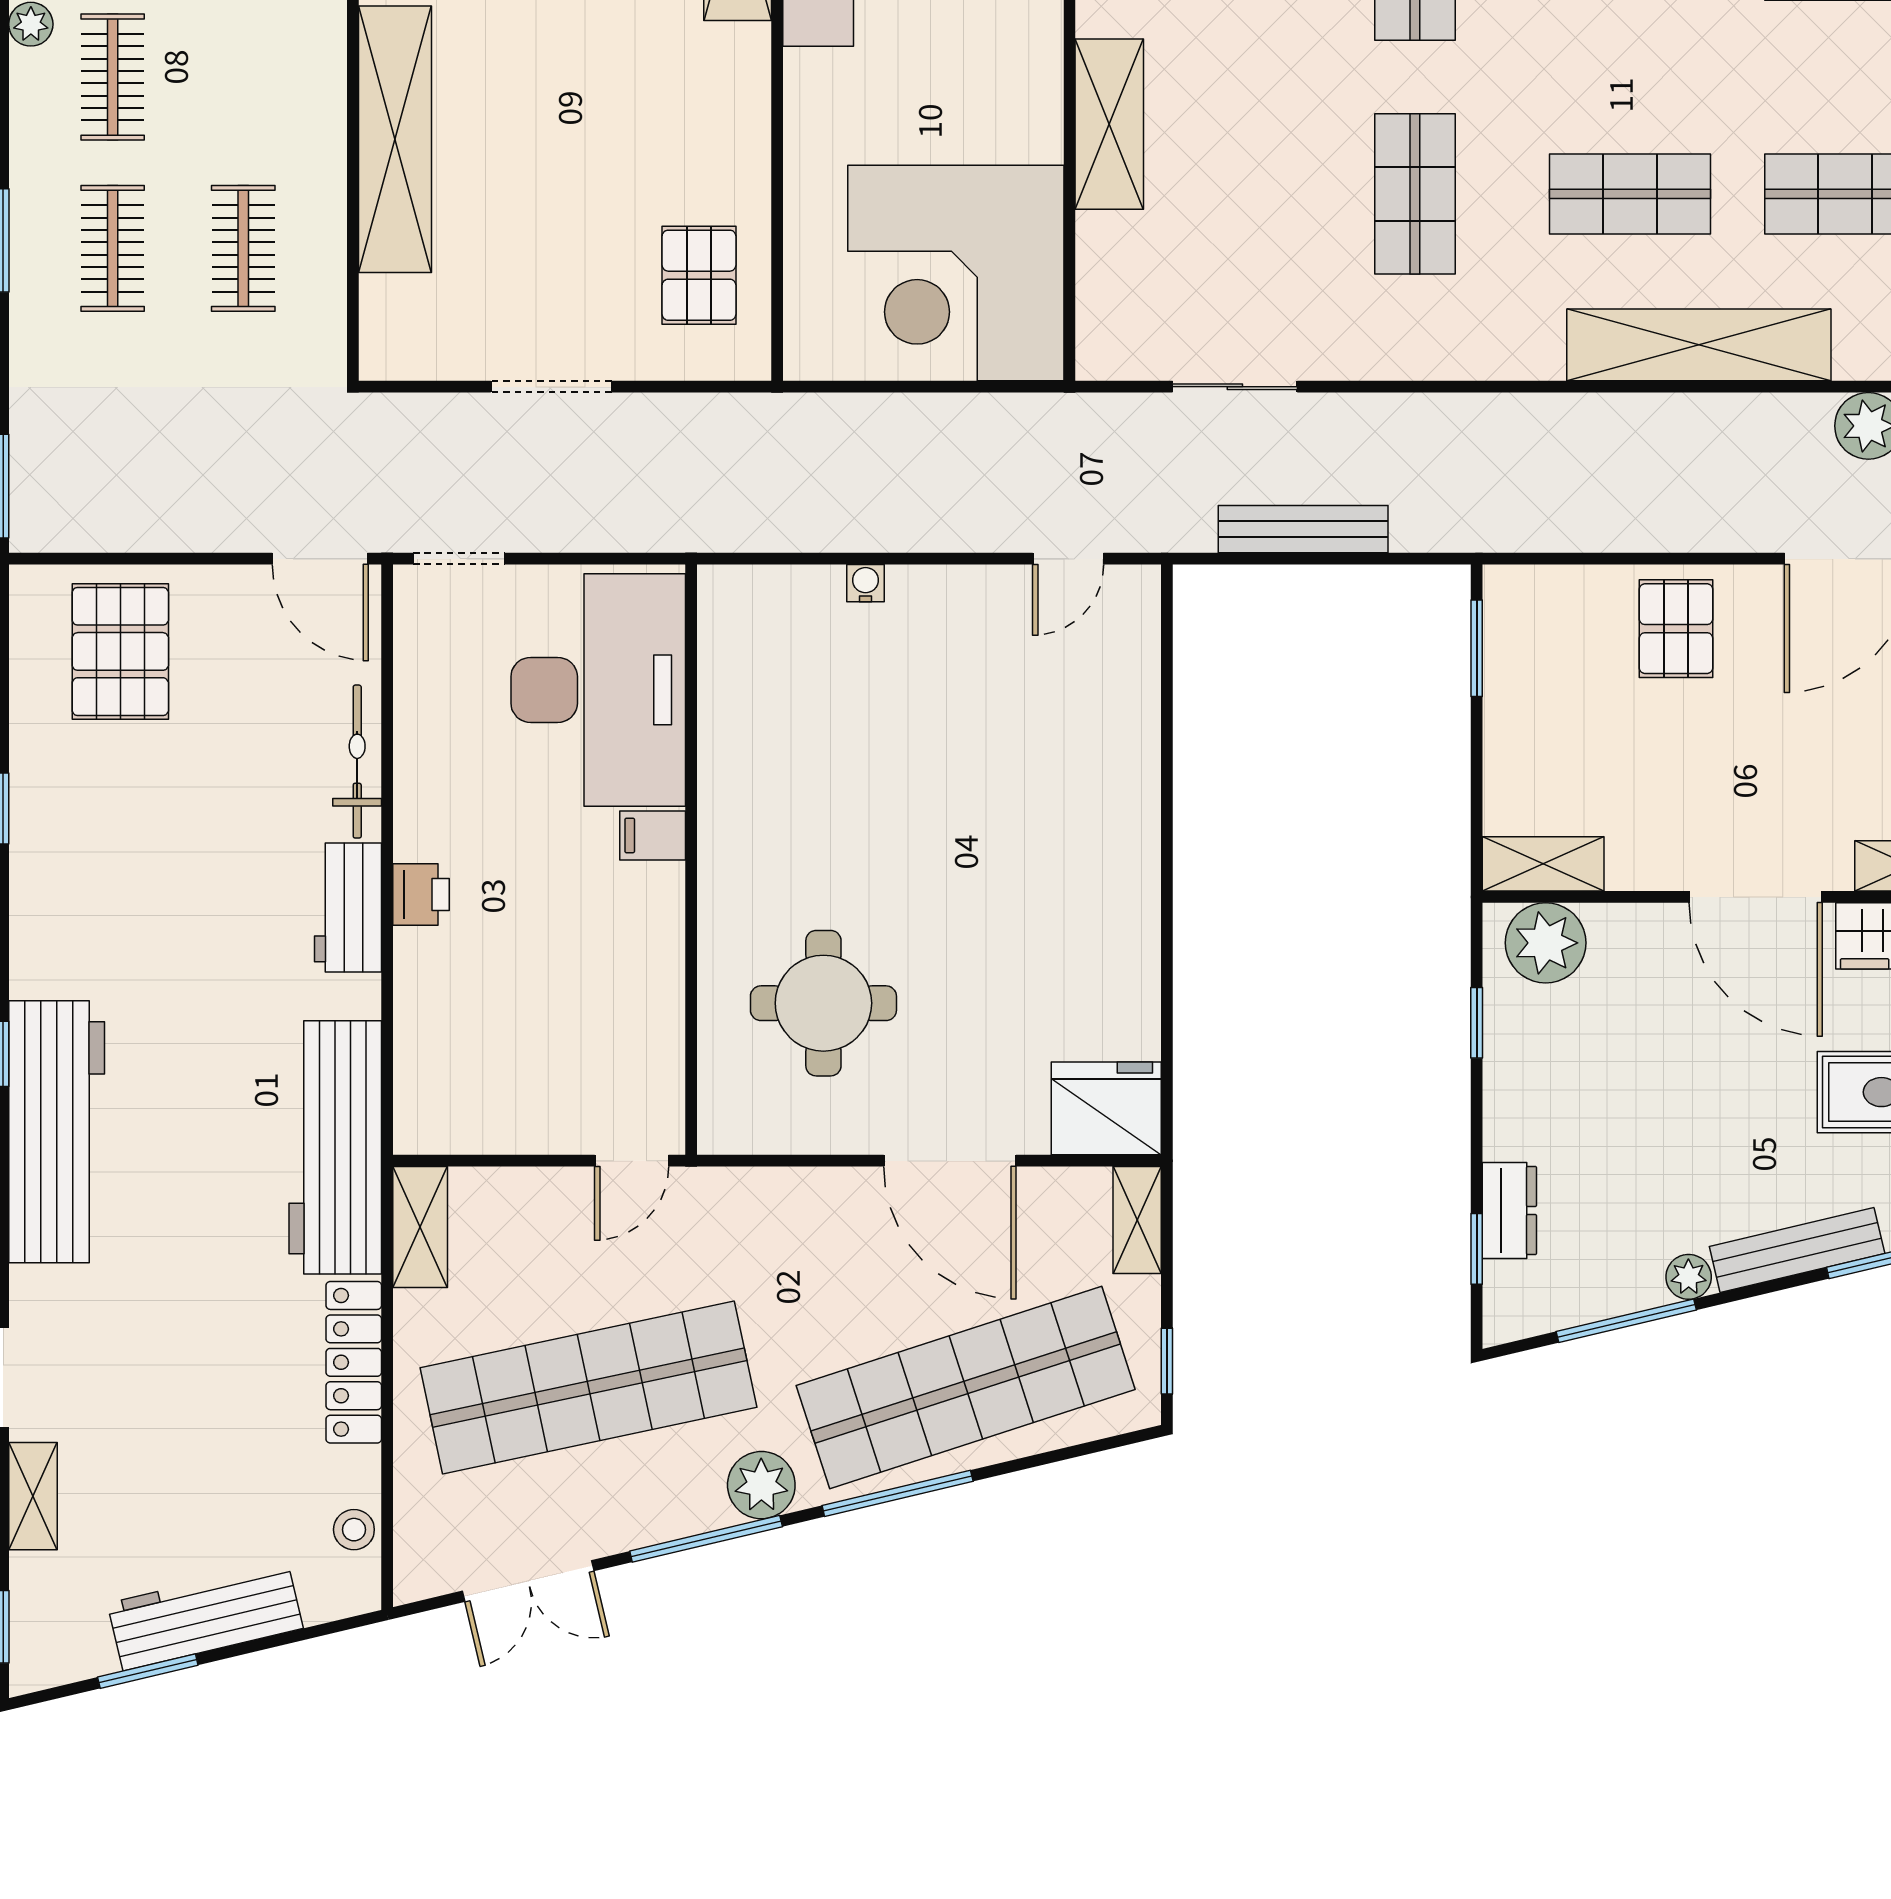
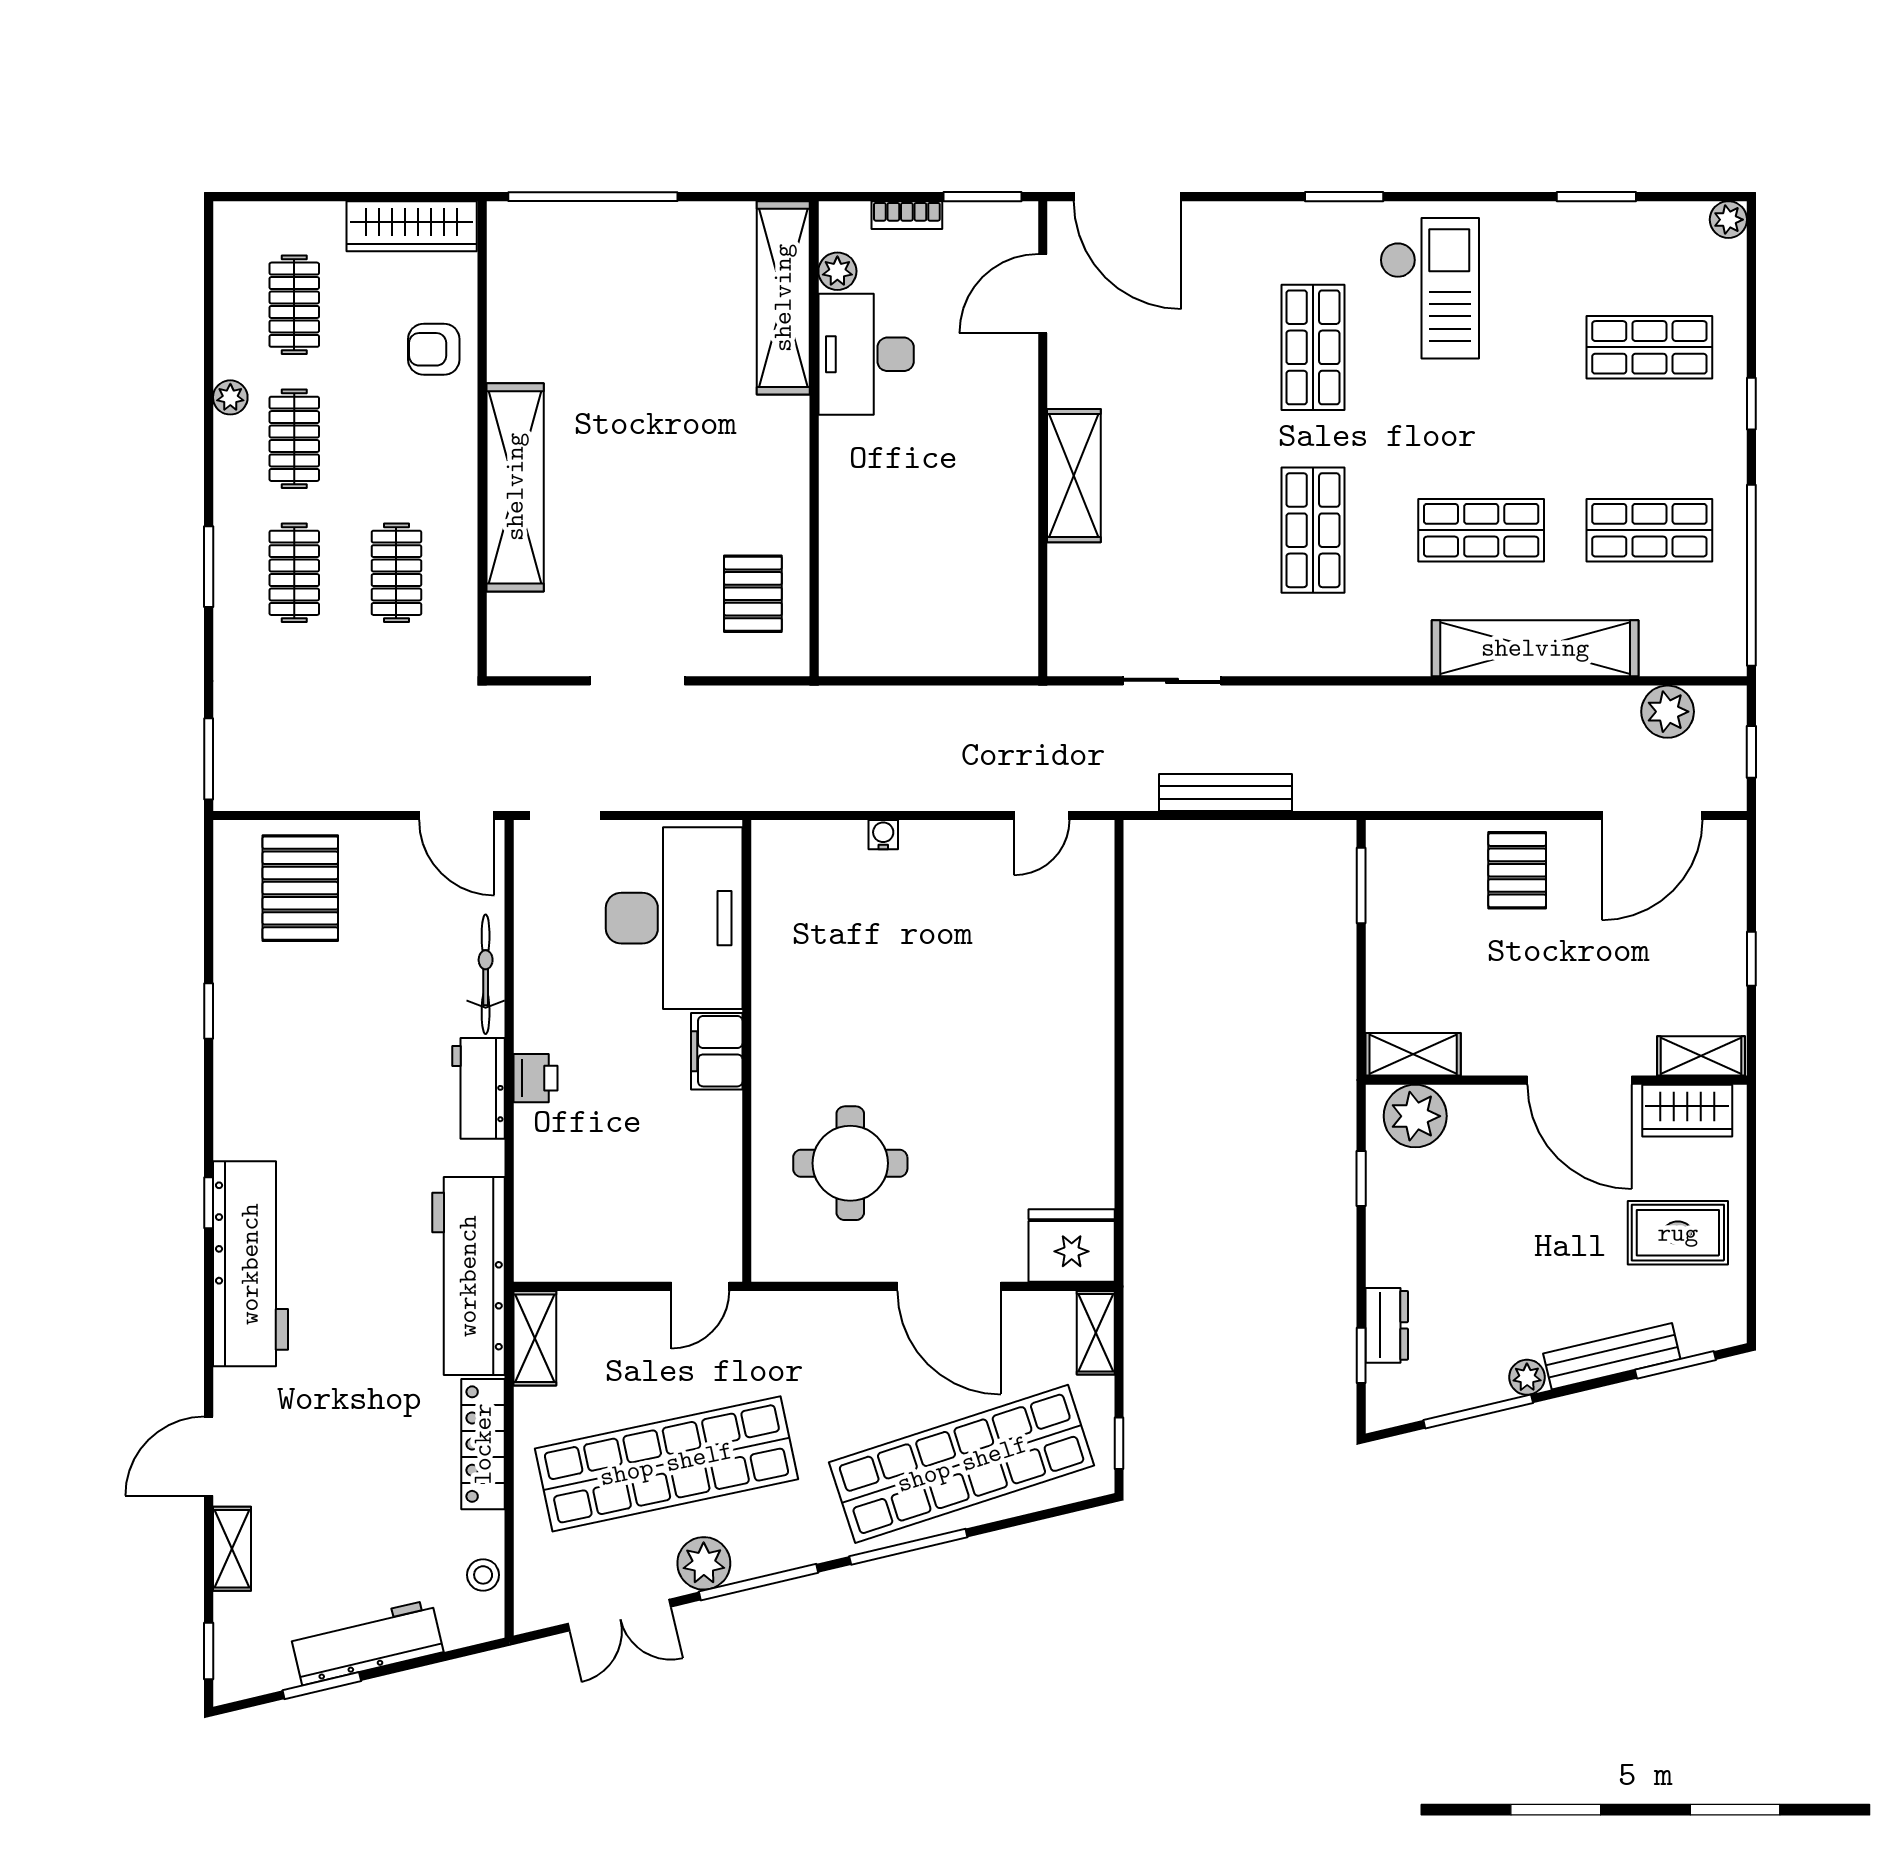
corner desk: (956, 273) -> (954, 592), removed
filing cabinet: (653, 835) -> (717, 1051), width x2.00
plant: (761, 1485) -> (704, 1563), moved

